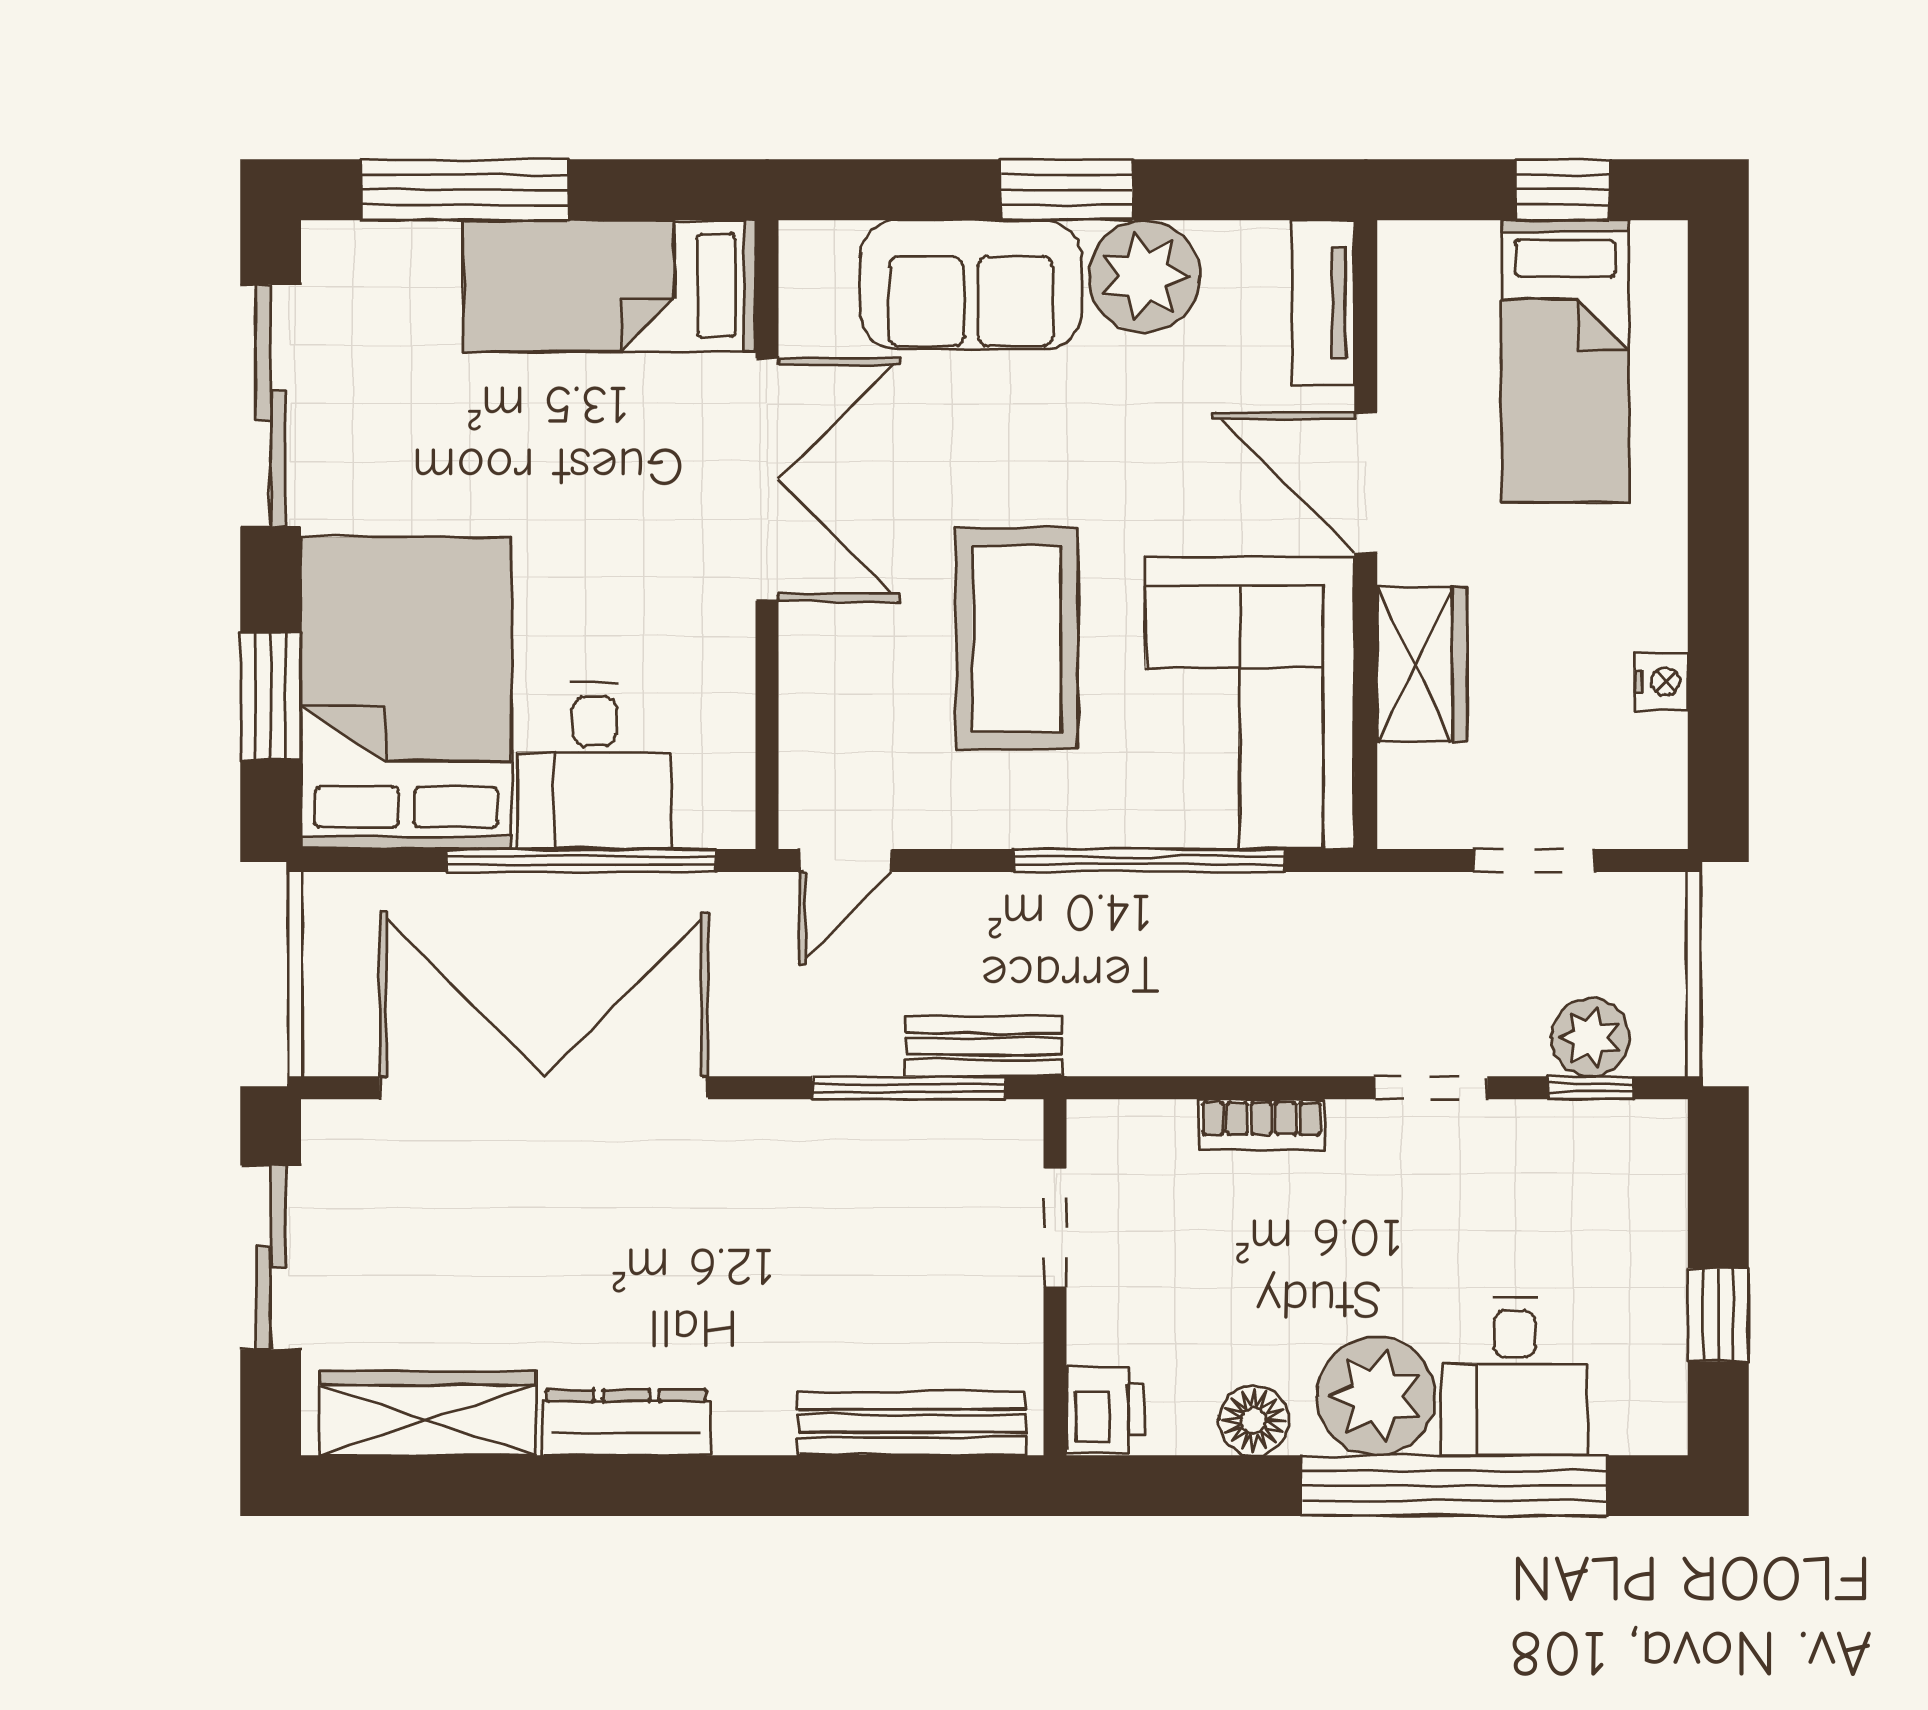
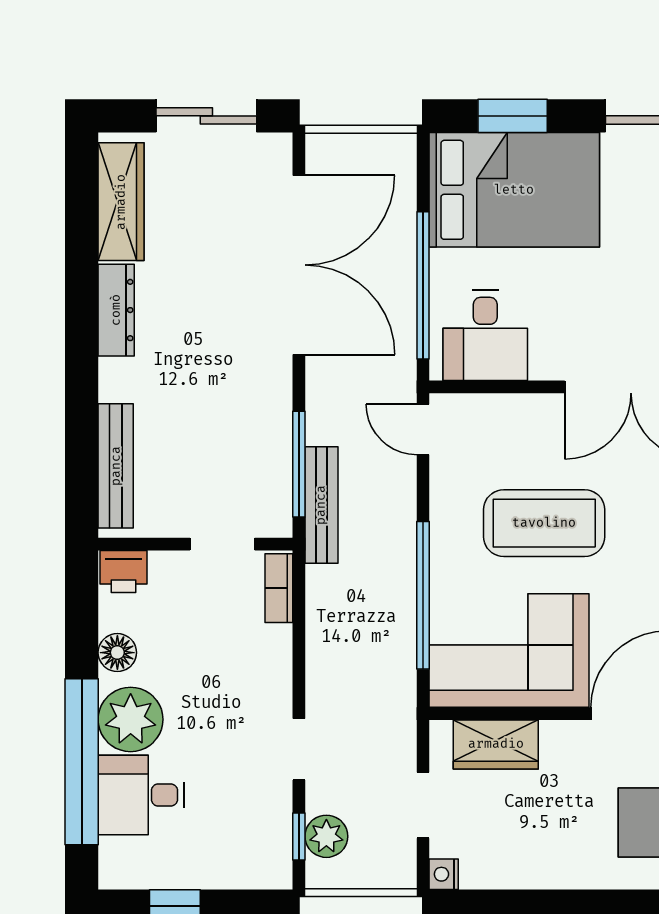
wardrobe: (1422, 665) -> (496, 744), moved
nightstand: (1661, 681) -> (444, 874), moved, turned 90
desk: (594, 766) -> (485, 335), moved, turned -90
bench: (984, 1046) -> (321, 505), width x1.36
bookcase: (1262, 1124) -> (279, 588), moved

